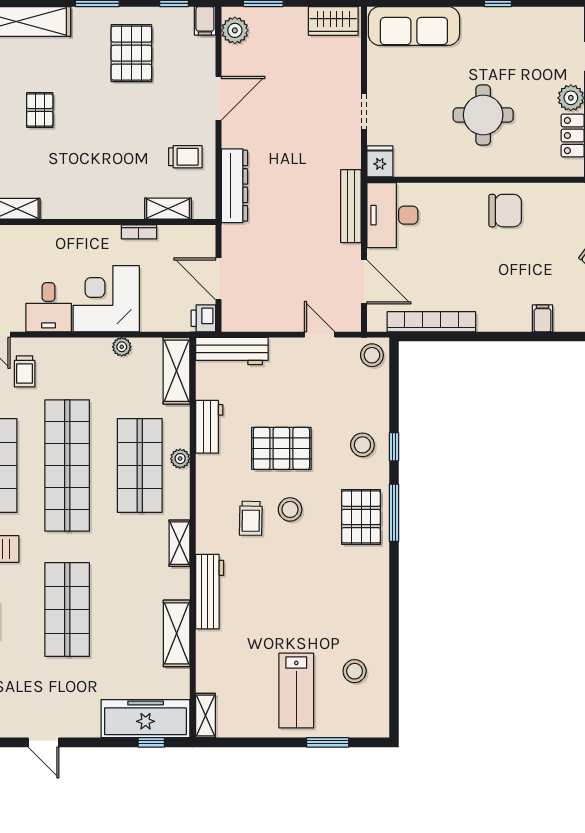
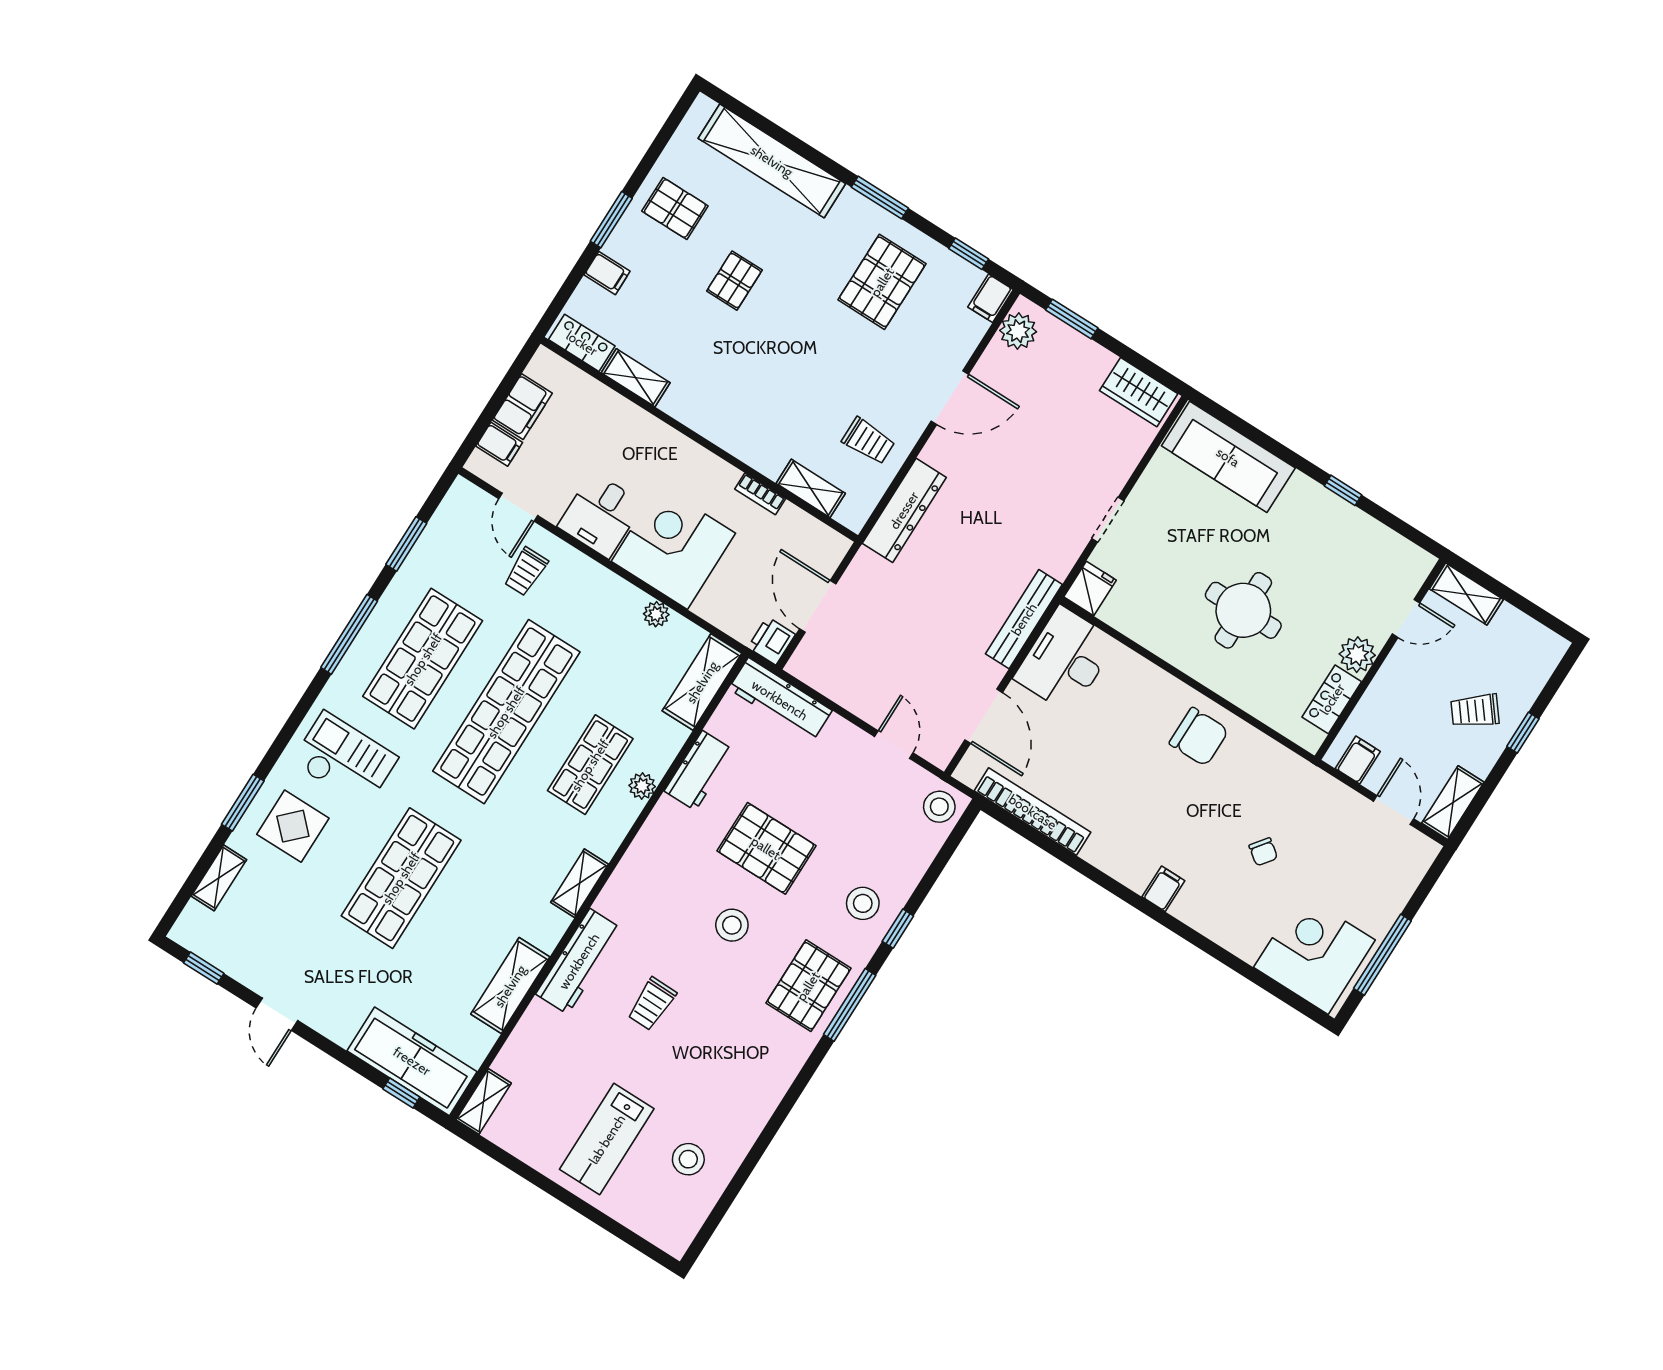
shop shelf: (140, 466) -> (590, 765), width x0.70, depth x0.74
trolley: (251, 518) -> (652, 1004), moved
window: (328, 742) -> (605, 1222), removed

